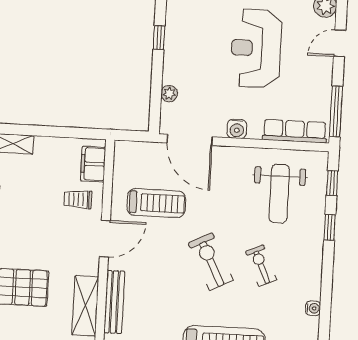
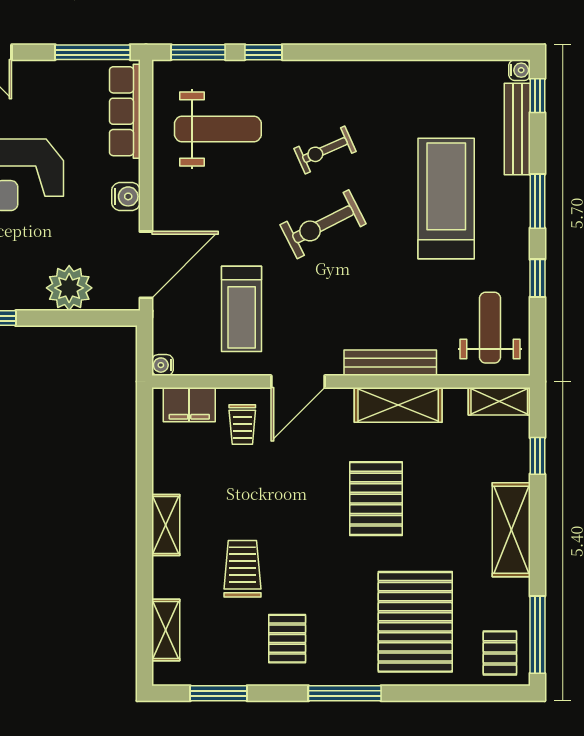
plant: (169, 94) -> (69, 288), width x1.87, depth x1.87
window: (332, 183) -> (198, 52), width x1.50
treadmill: (156, 203) -> (242, 309), turned 180
door: (105, 239) -> (298, 382), swing flipped
water cooler: (313, 308) -> (162, 365), moved, turned -90

